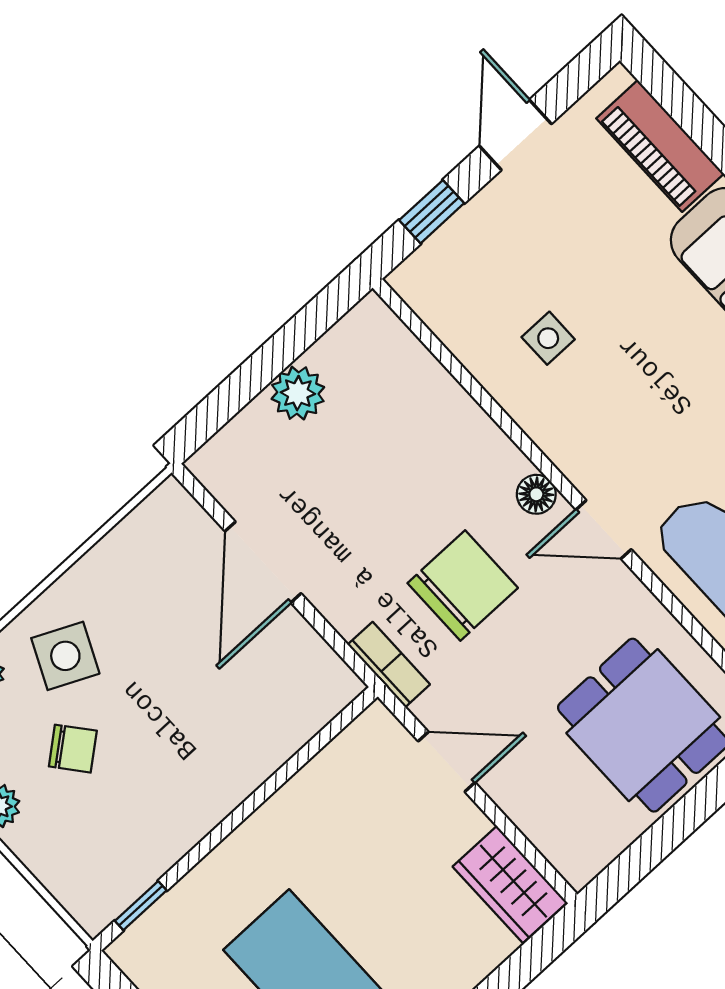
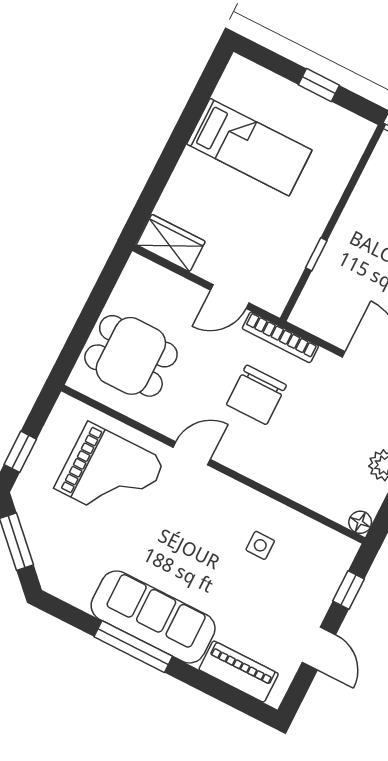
floor lamp: (536, 494) -> (360, 522), moved
bookcase: (389, 665) -> (280, 337), width x1.56
window: (141, 906) -> (316, 254), moved

